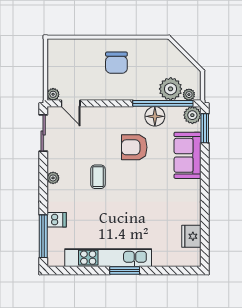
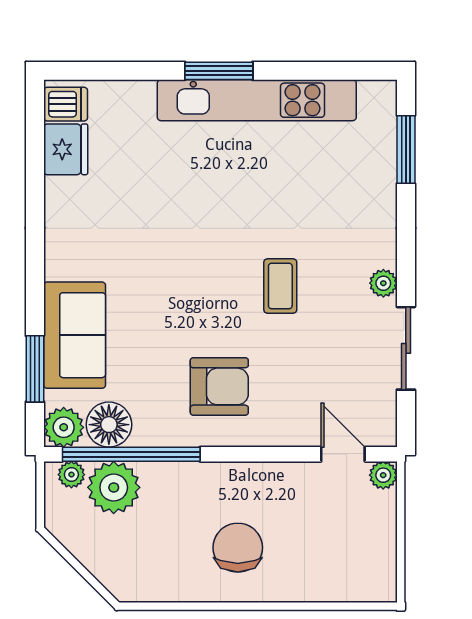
floor lamp: (155, 116) -> (109, 425), moved
window: (205, 128) -> (35, 369), moved
sliding door: (43, 133) -> (406, 348), moved
armchair: (134, 147) -> (219, 386), moved
dishwasher: (57, 220) -> (66, 104), moved, turned 180
window: (43, 236) -> (406, 150), width x0.69

